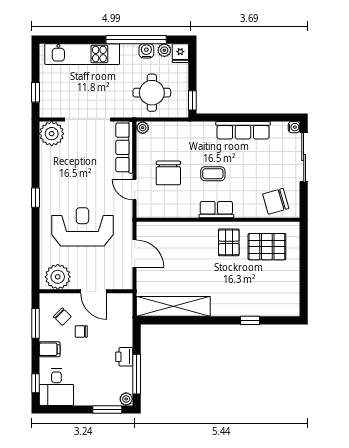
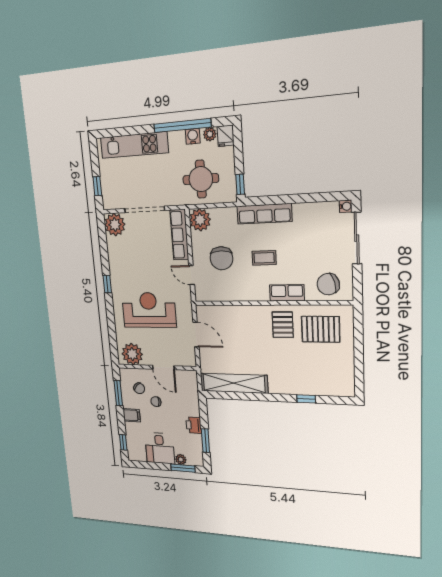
plant: (143, 128) -> (200, 220), width x1.88, depth x1.88
row of seats: (243, 130) -> (264, 214), moved
row of seats: (216, 210) -> (287, 293), moved
window: (137, 374) -> (205, 441), width x0.69
desk: (56, 387) -> (160, 448), moved
plant: (126, 399) -> (181, 459), moved

